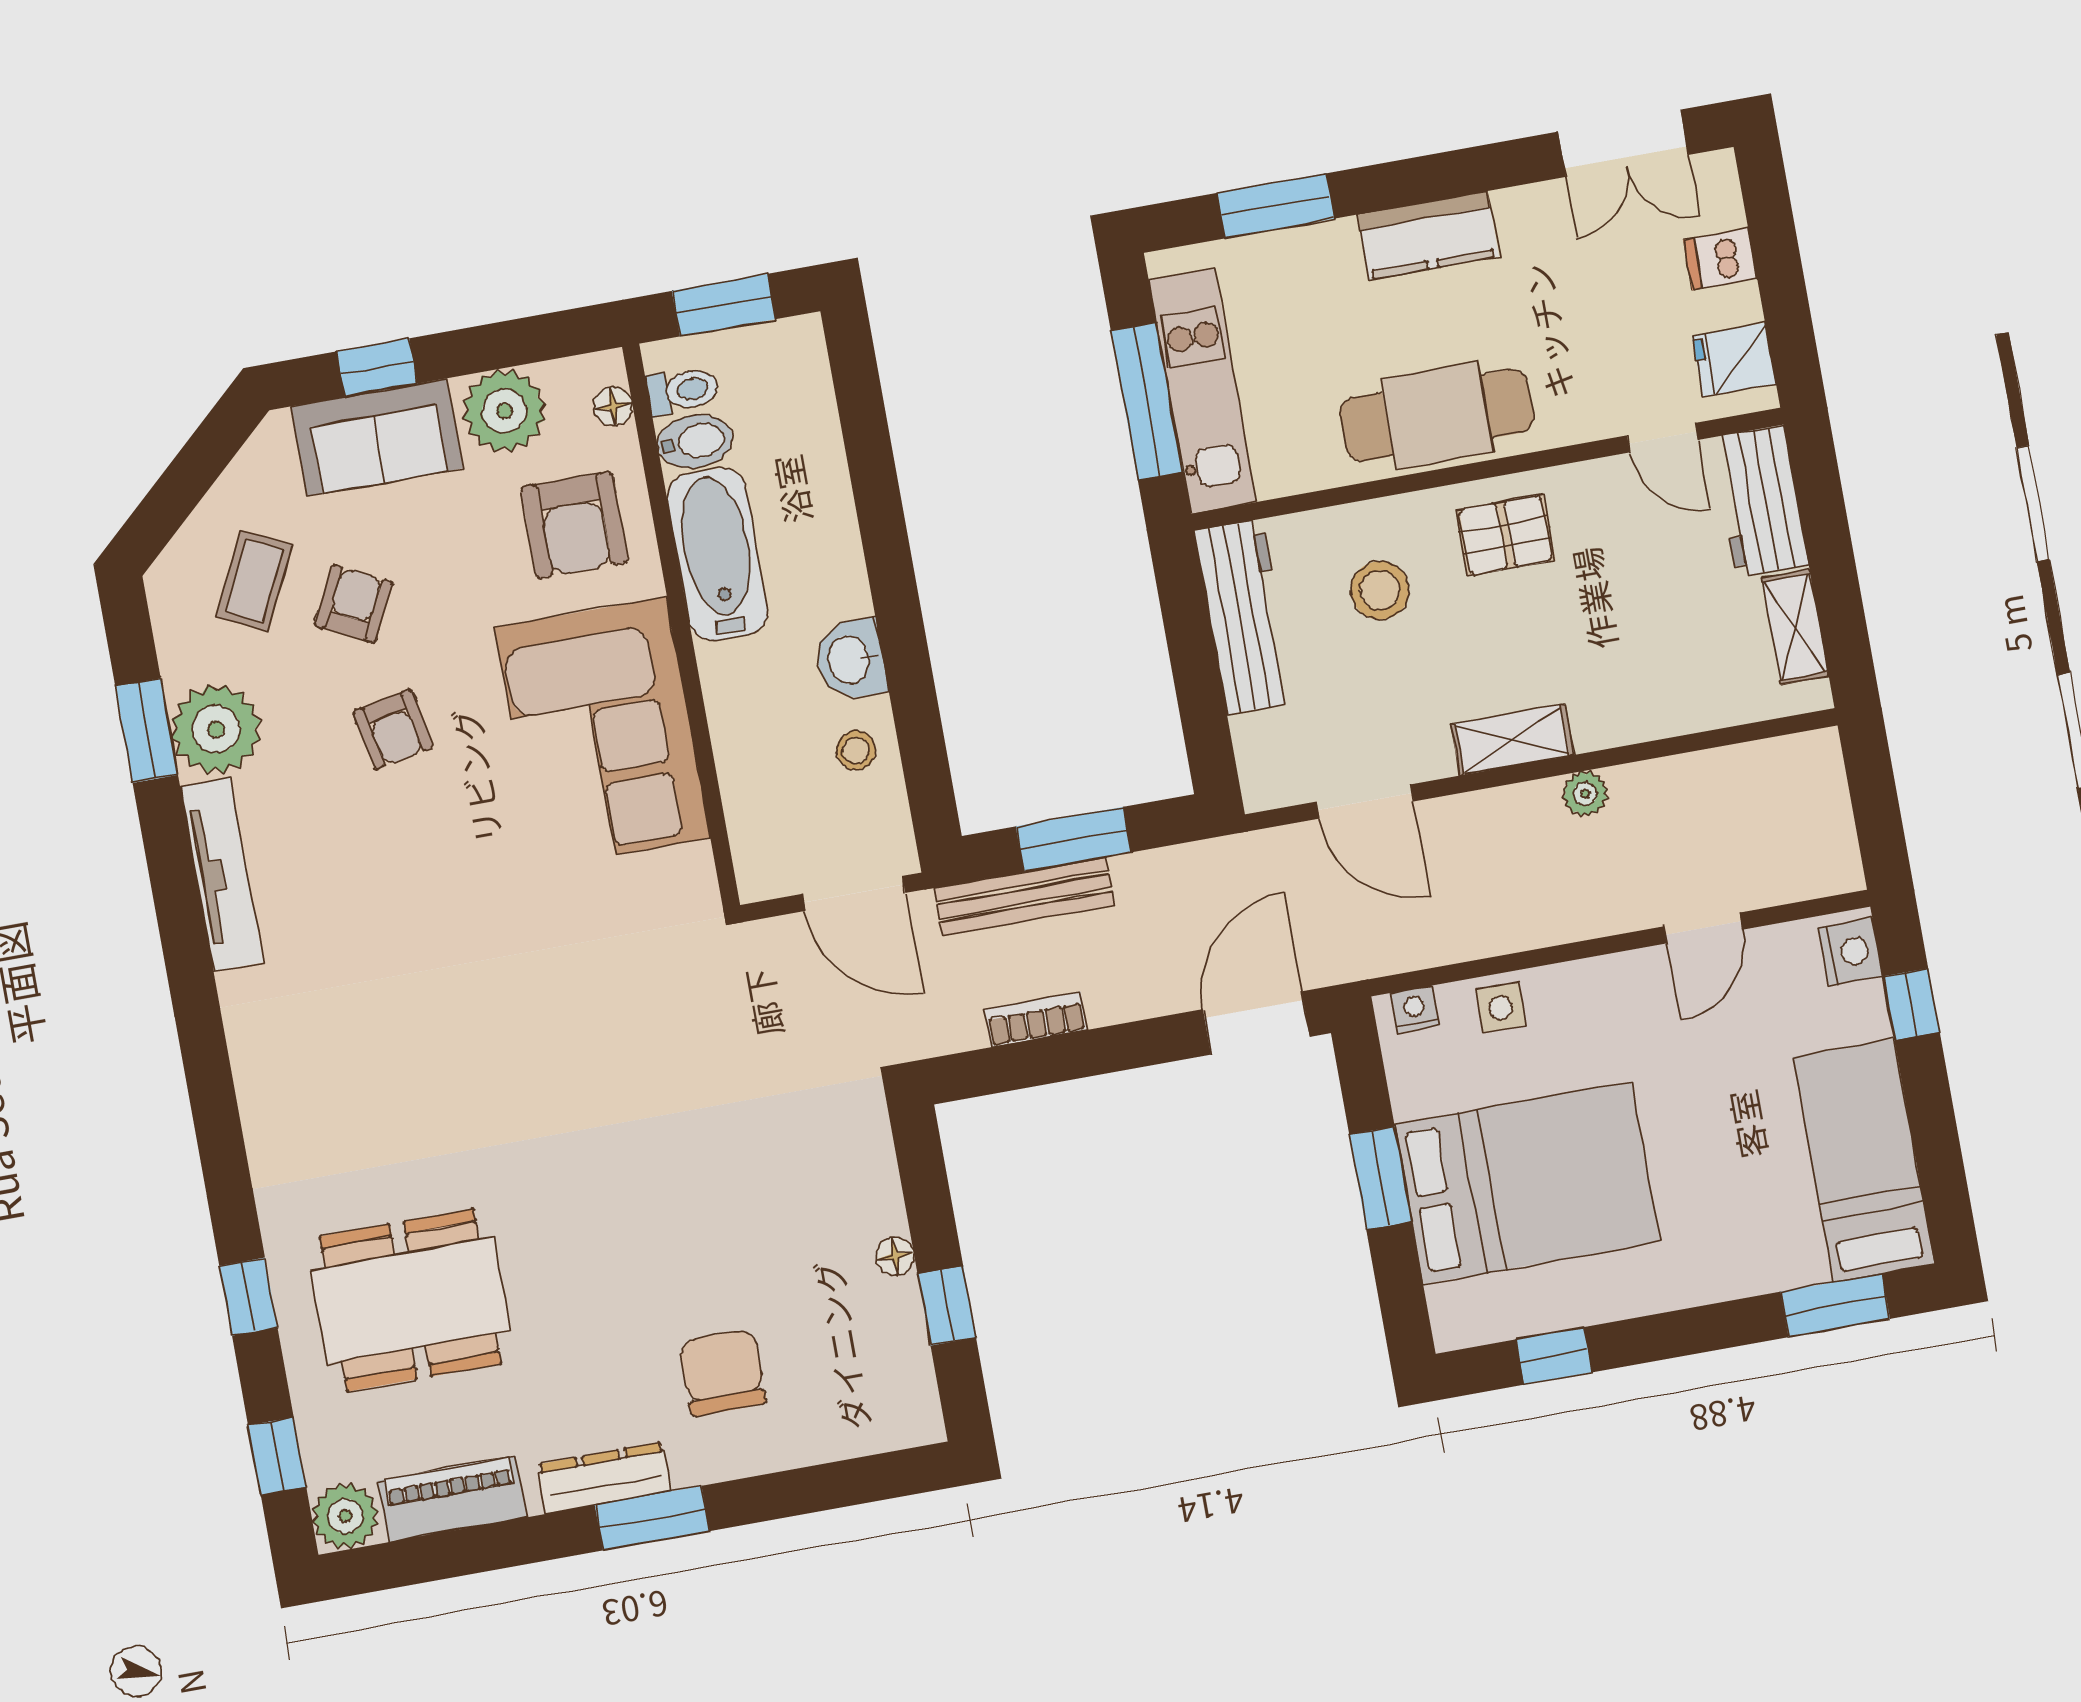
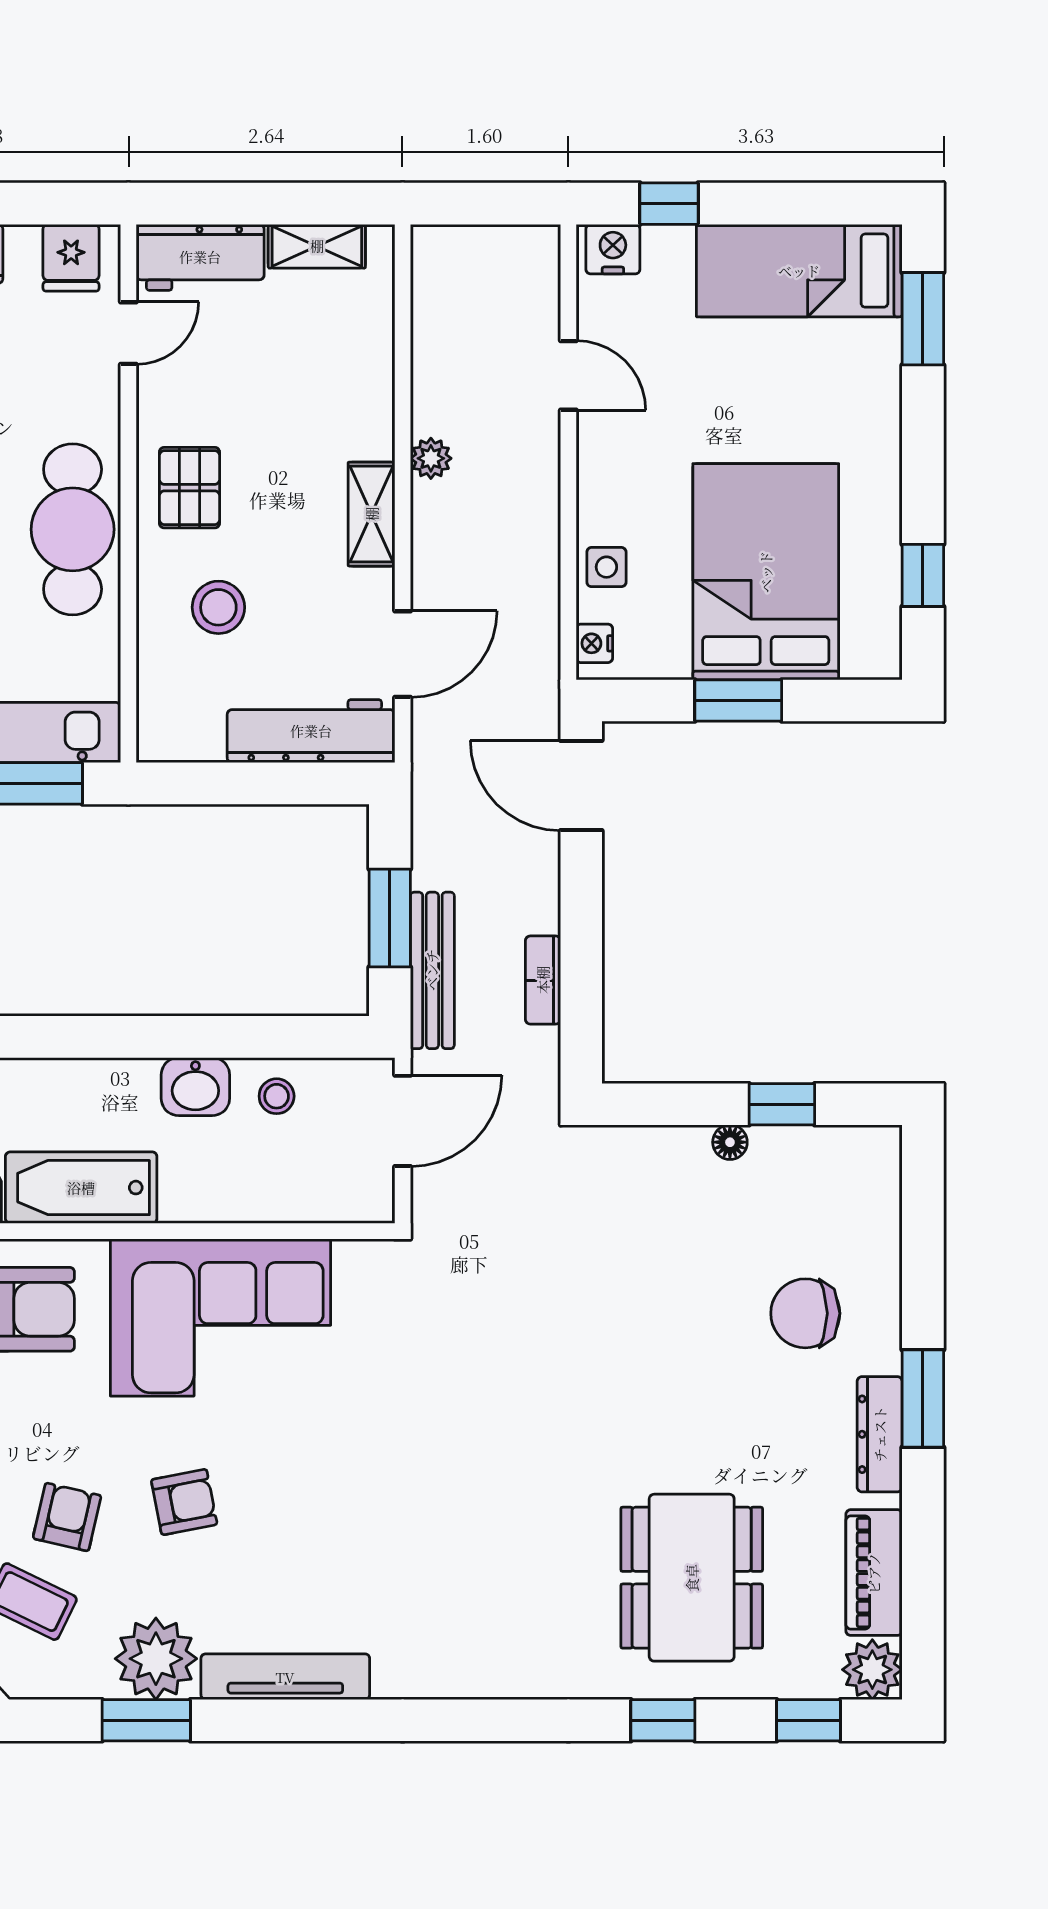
armchair: (354, 604) -> (67, 1517), turned 76
workbench: (1245, 616) -> (311, 731), moved

